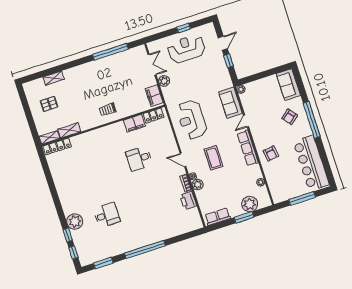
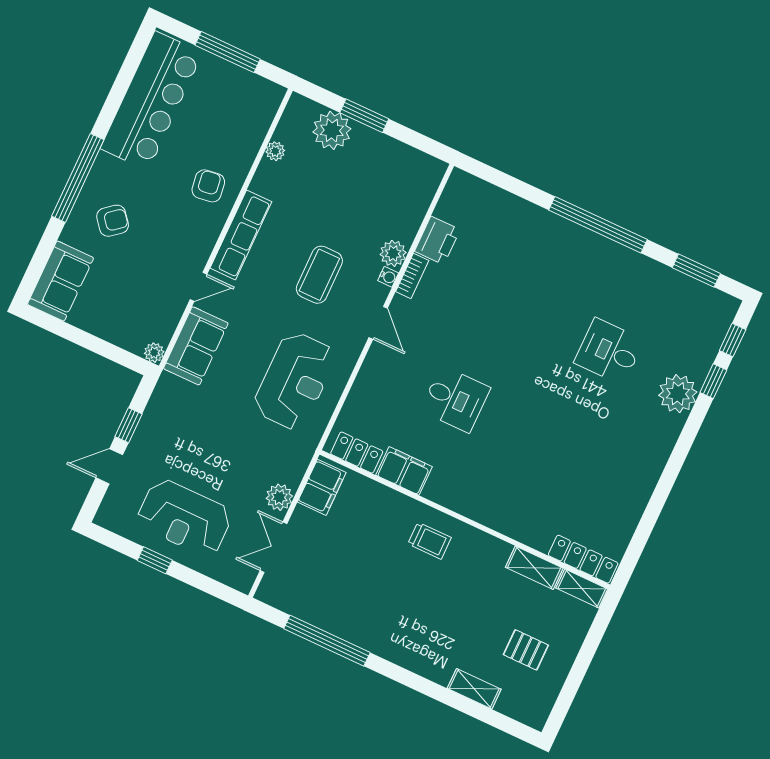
row of seats: (218, 217) -> (411, 162), removed

